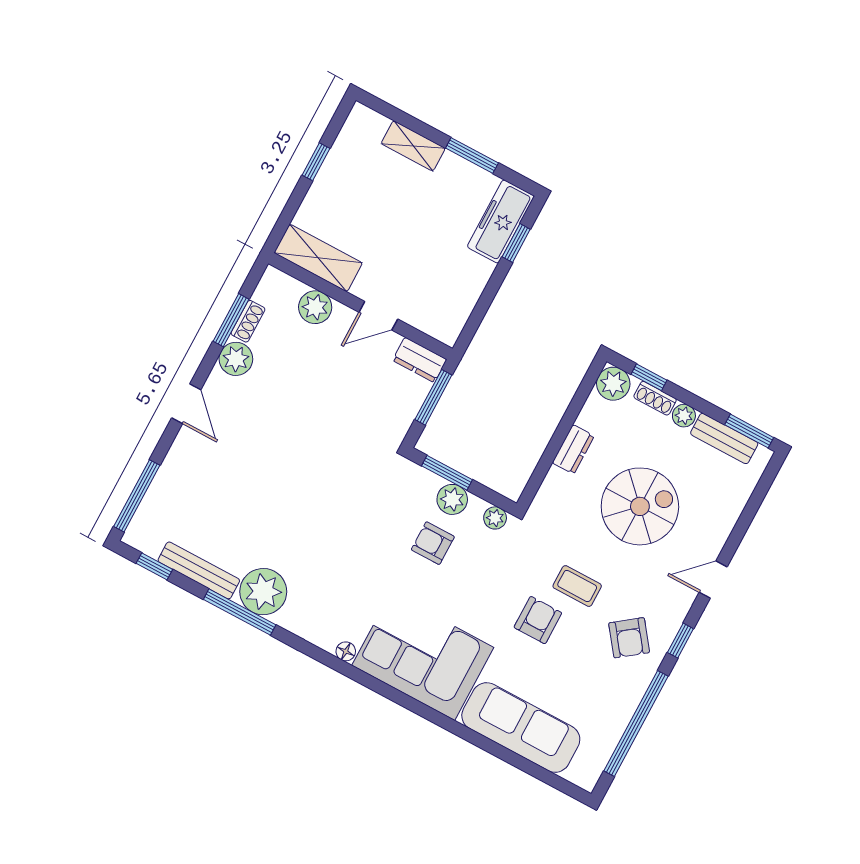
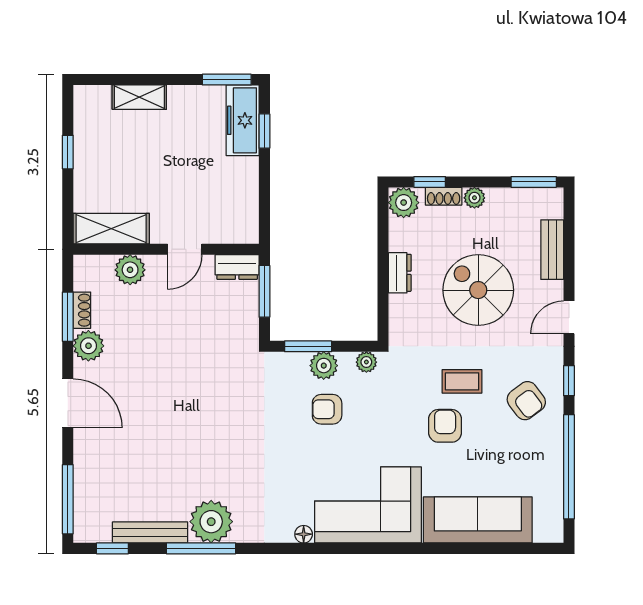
window: (472, 155) -> (227, 80), moved
door: (186, 404) -> (68, 403), width x1.37
bench: (724, 438) -> (552, 250), moved, turned 90
spiral stairs: (640, 506) -> (478, 290), turned -90

